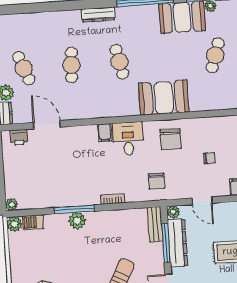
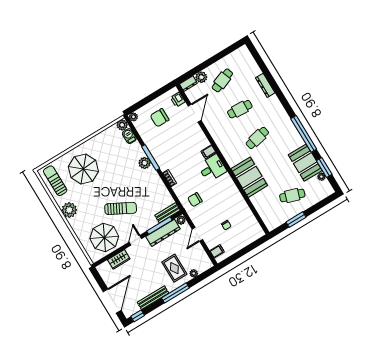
dresser: (98, 15) -> (265, 85), moved
chair: (171, 139) -> (160, 118), moved

